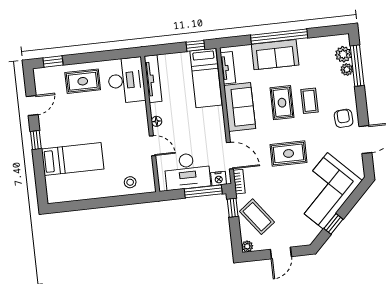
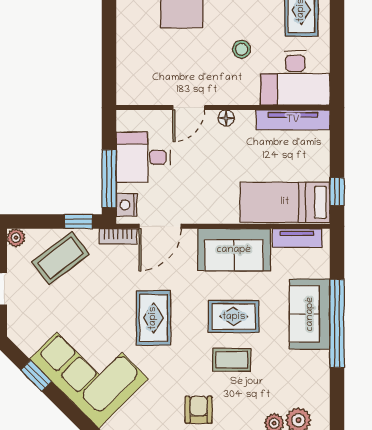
armchair: (344, 118) -> (199, 410), turned -87
desk: (187, 171) -> (143, 157), width x0.73
stool: (130, 182) -> (241, 49), moved

